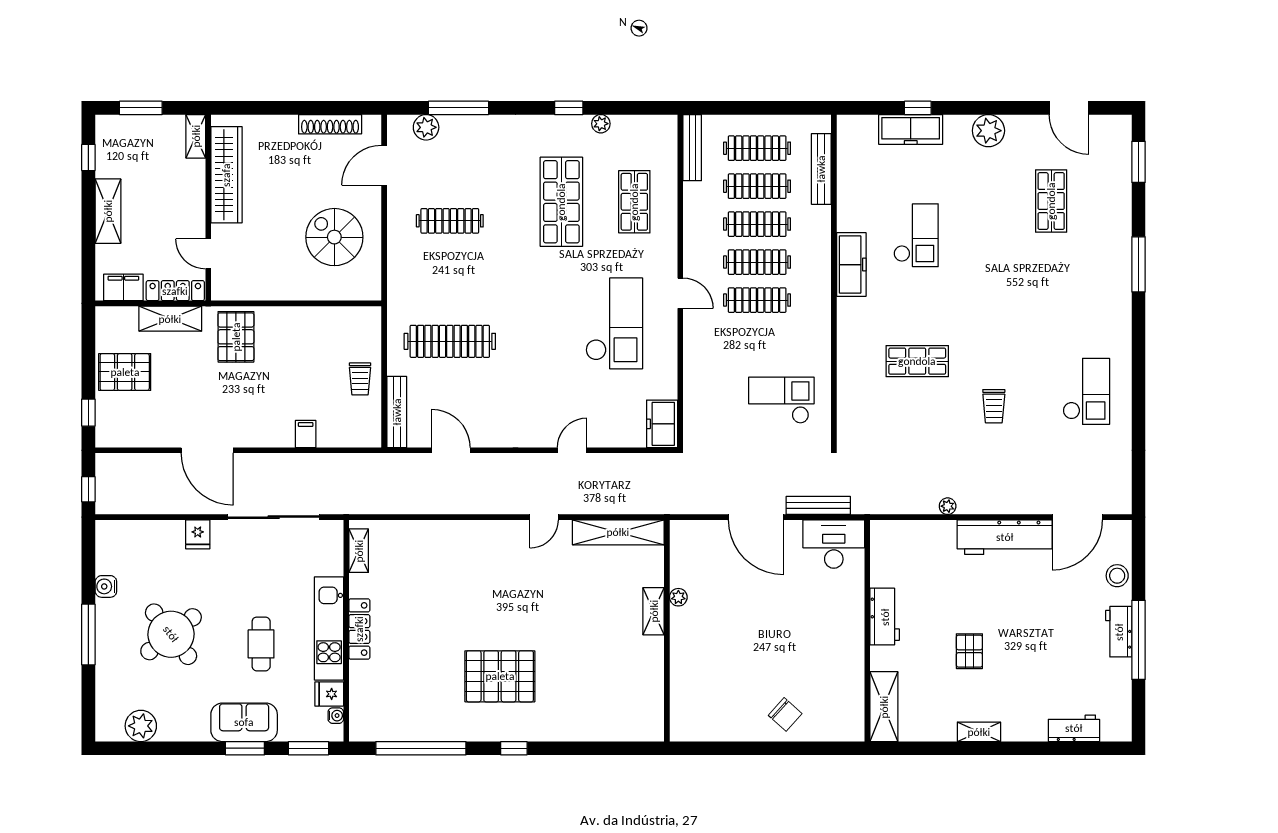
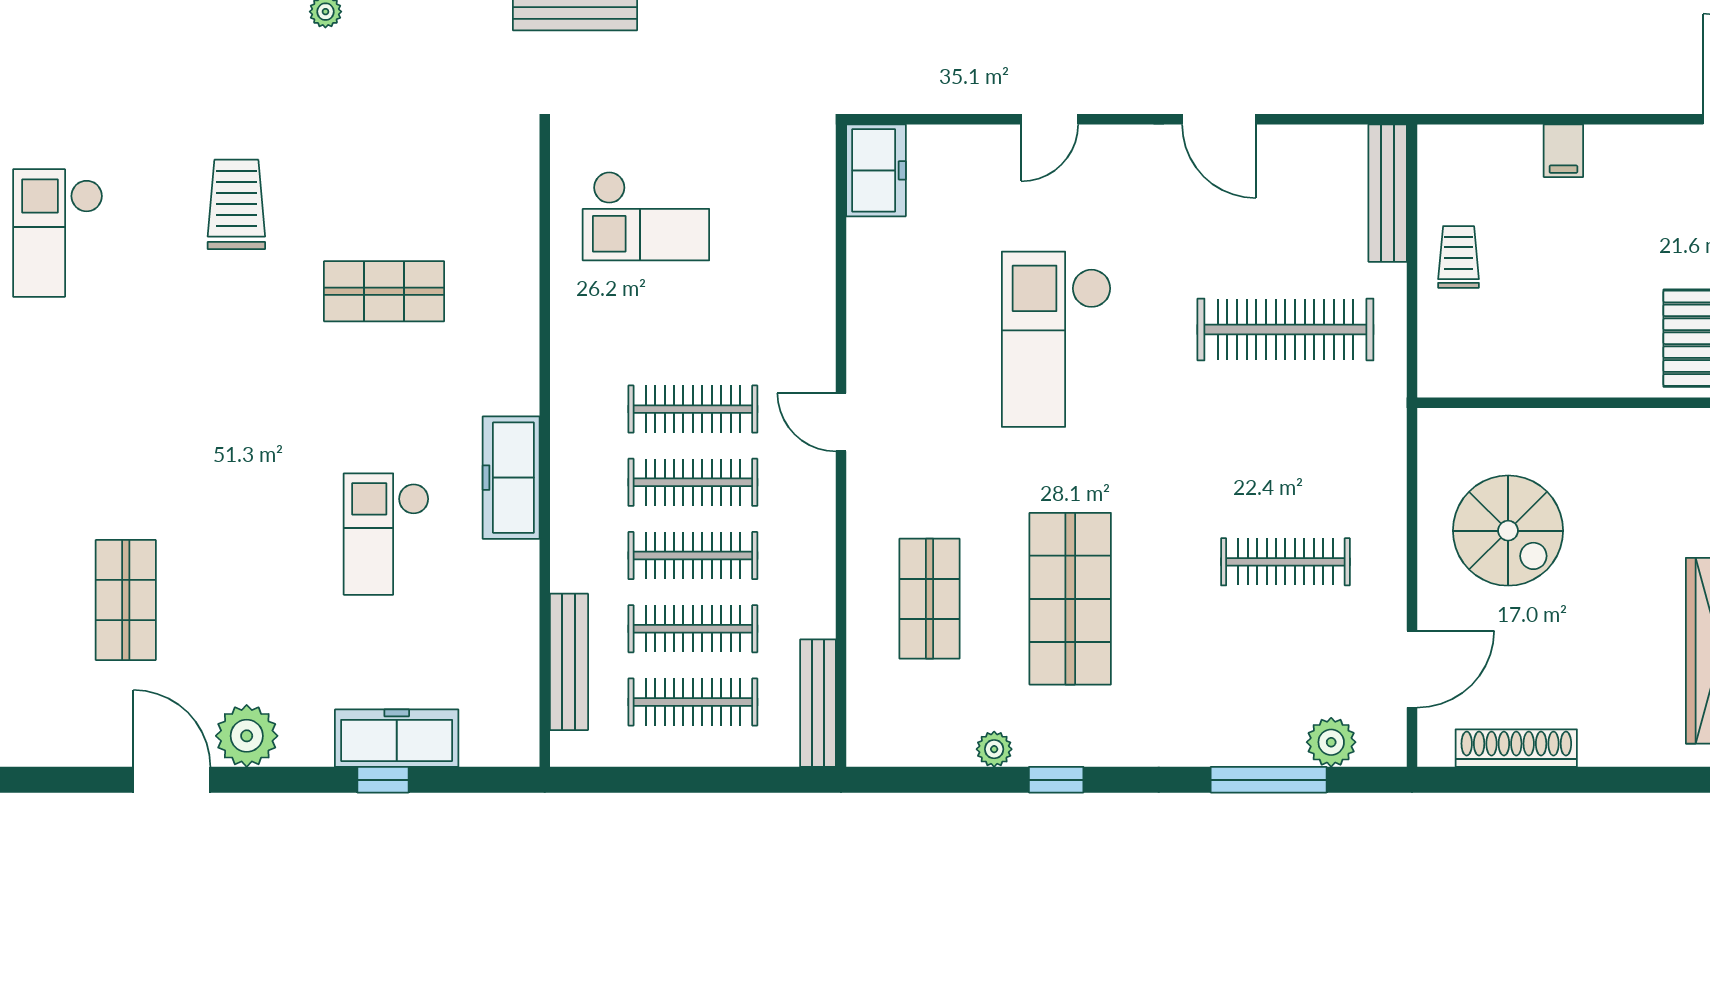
door: (1069, 108) -> (172, 780), moved
checkout: (614, 323) -> (1056, 339), moved
trolley: (994, 406) -> (236, 204), width x1.36, depth x1.39
door: (451, 450) -> (1219, 119), moved

